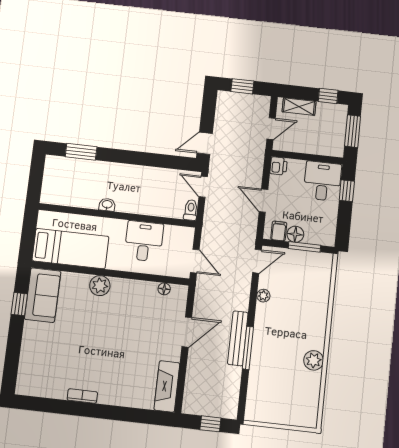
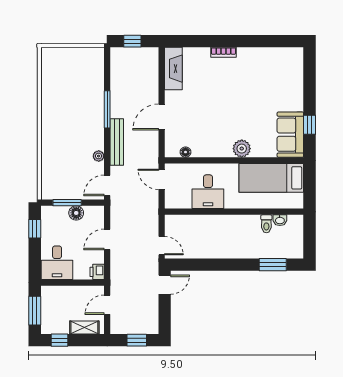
window: (347, 191) -> (35, 229), moved
door: (263, 201) -> (107, 239), swing flipped
washbasin: (107, 205) -> (280, 220), moved
toilet: (191, 210) -> (266, 224), moved
filing cabinet: (279, 231) -> (91, 214), removed
bench: (238, 338) -> (117, 142), moved
plant: (314, 360) -> (49, 105), removed
bookcase: (82, 396) -> (223, 52), moved

